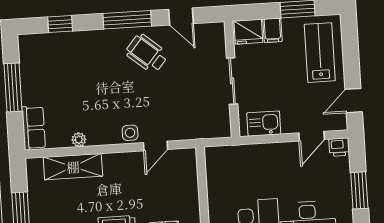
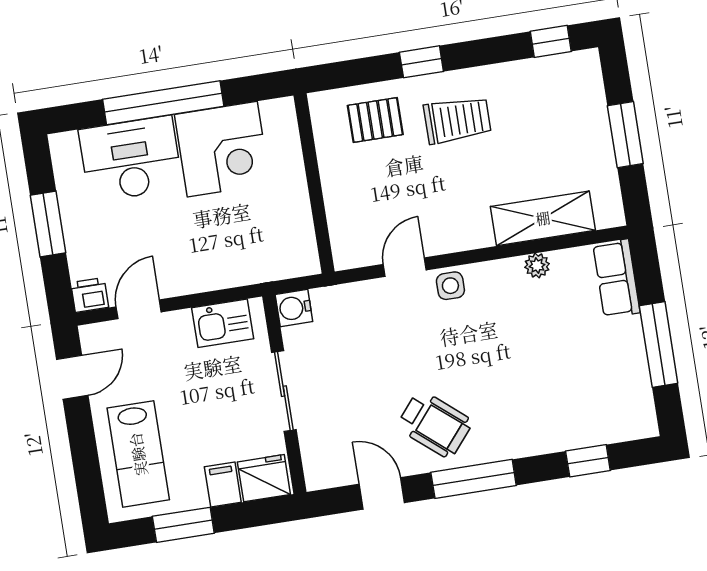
water cooler: (222, 128) -> (294, 308), added

